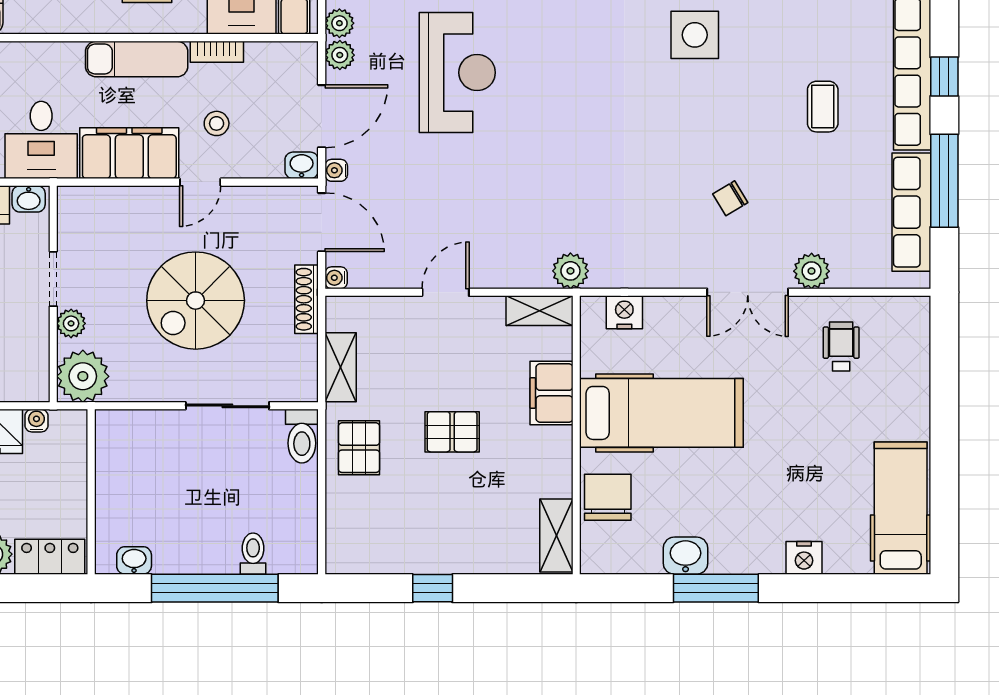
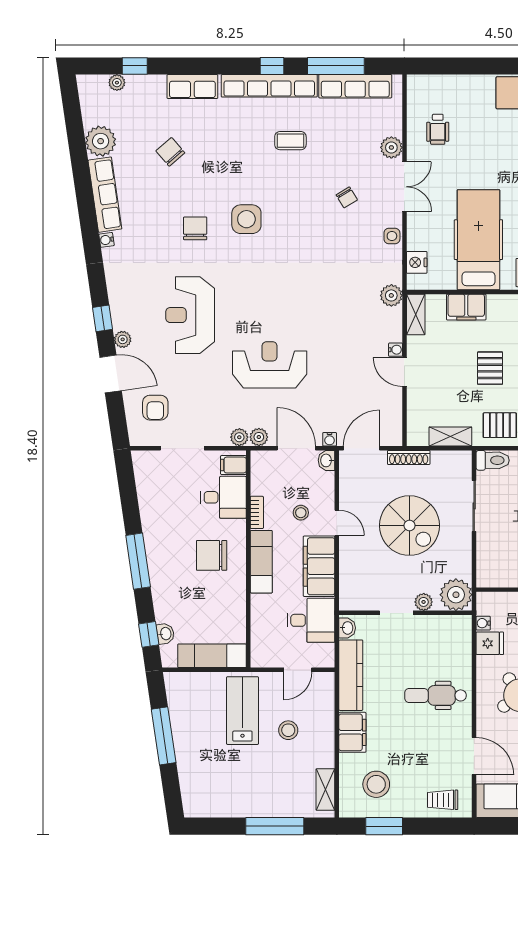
side table: (667, 272) -> (392, 236), added
water cooler: (336, 278) -> (396, 350), moved, turned -90
wheelchair: (841, 347) -> (438, 129), turned -90

